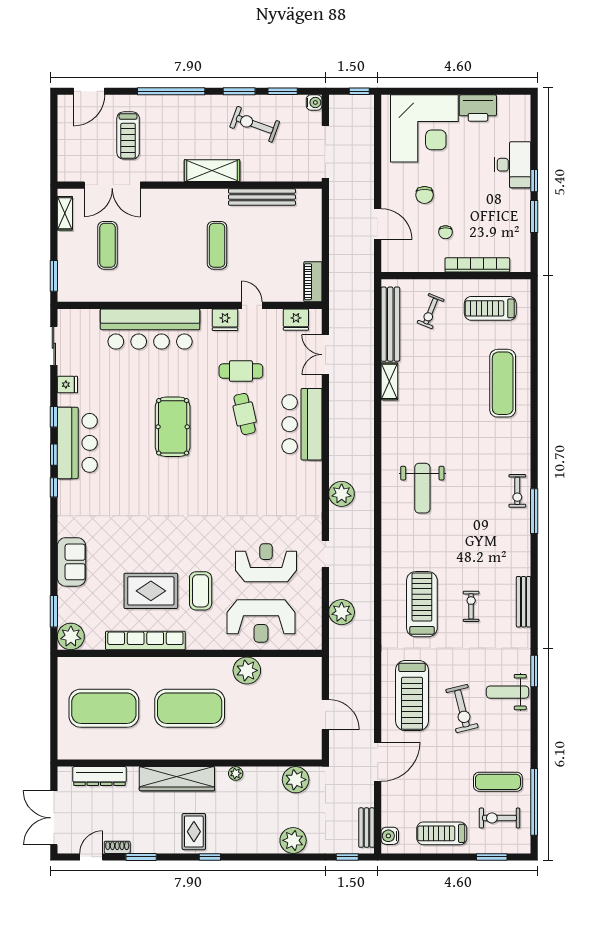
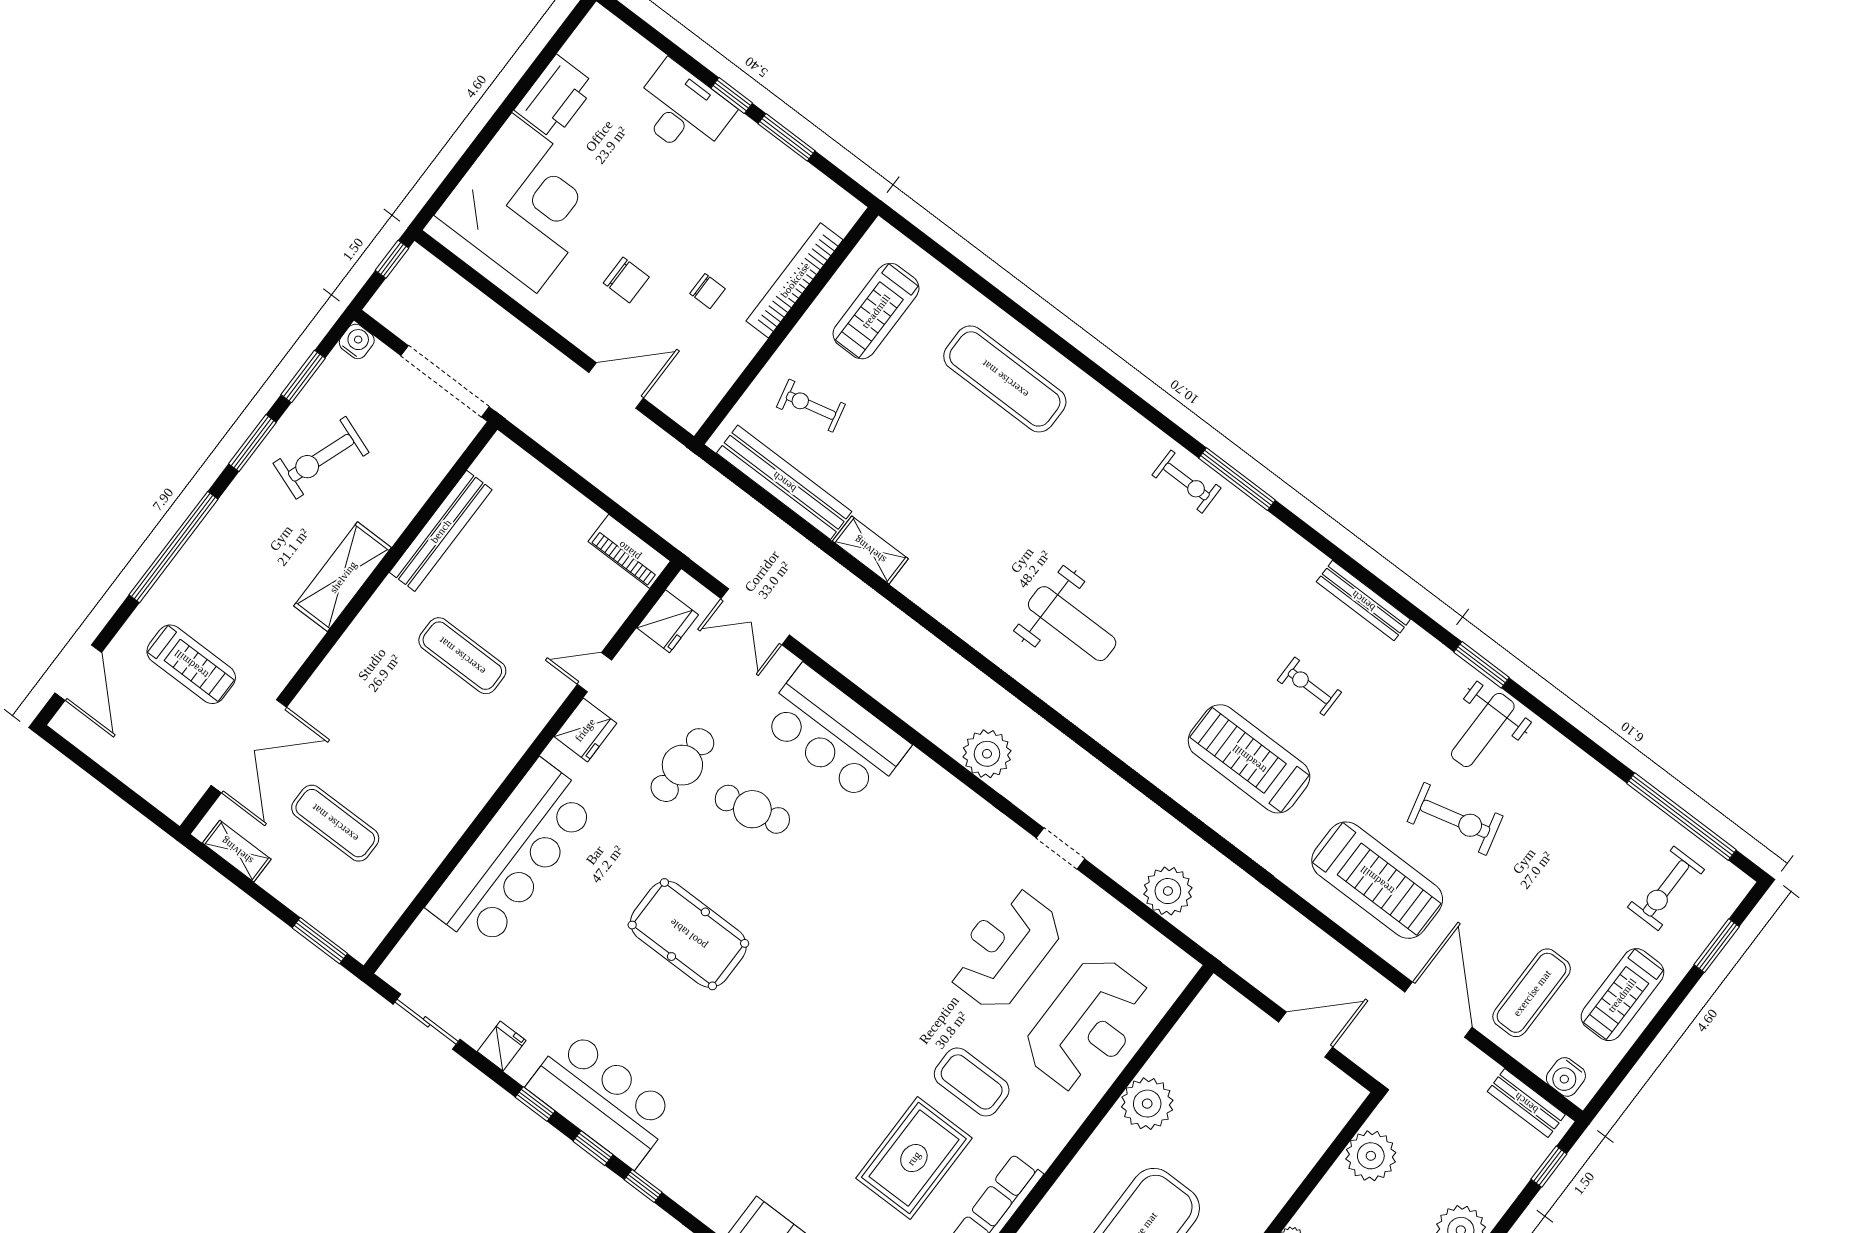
exercise bike: (431, 311) -> (811, 406), turned 145
exercise mat: (498, 782) -> (1532, 993), moved

